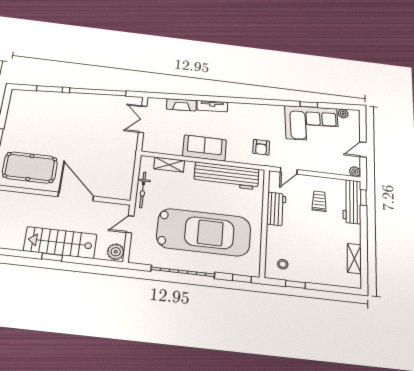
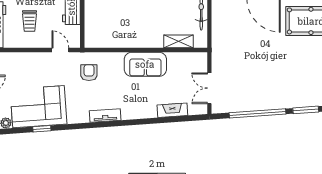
tv unit: (212, 106) -> (105, 115), moved
double door: (143, 119) -> (209, 88), swing flipped
door: (289, 171) -> (60, 50), hinge flipped
workbench: (226, 176) -> (122, 37), removed

